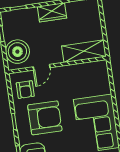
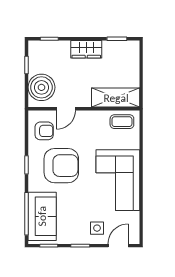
coffee table: (93, 72) -> (122, 122), added
armchair: (25, 90) -> (44, 131), turned -90

